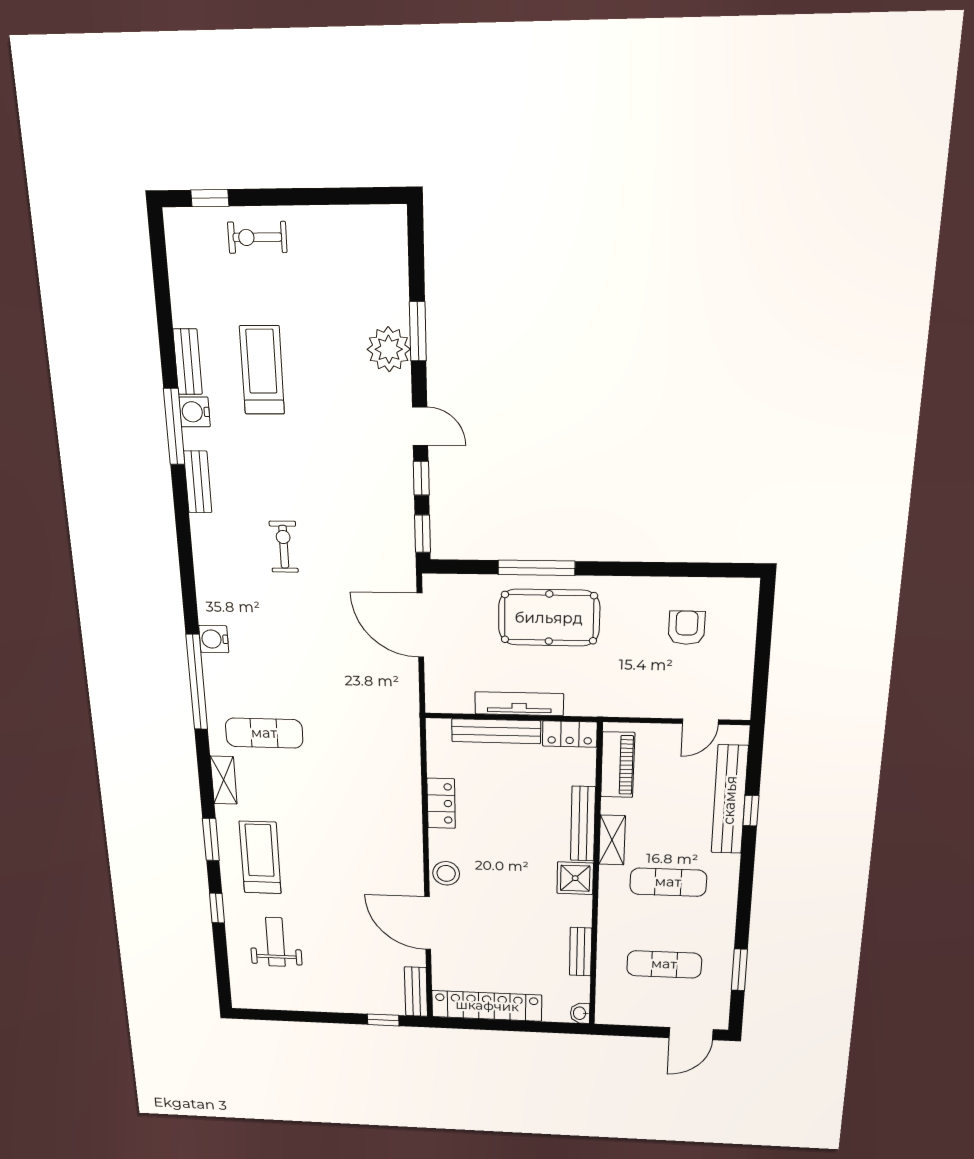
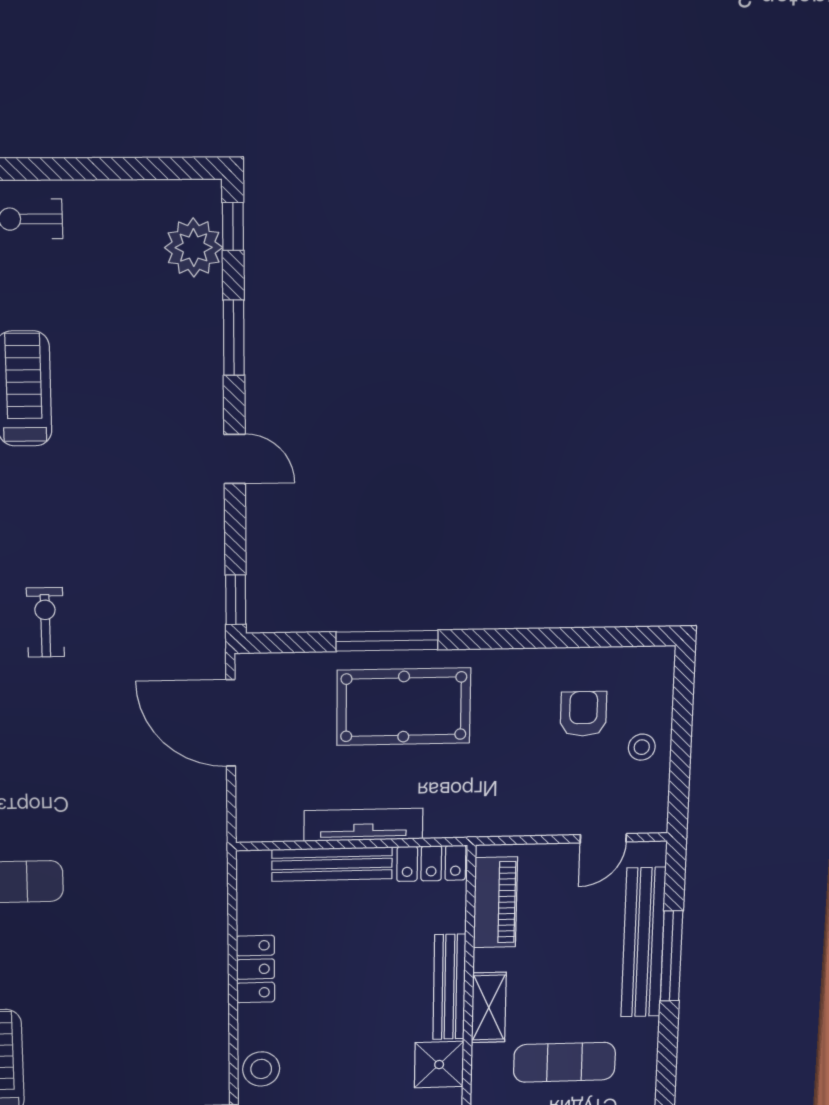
plant: (389, 349) -> (194, 248), moved
window: (421, 478) -> (233, 226), moved
stool: (732, 655) -> (642, 747), added
window: (751, 811) -> (671, 956), width x2.17

